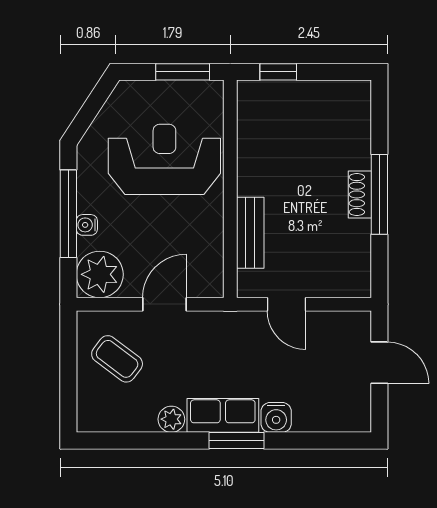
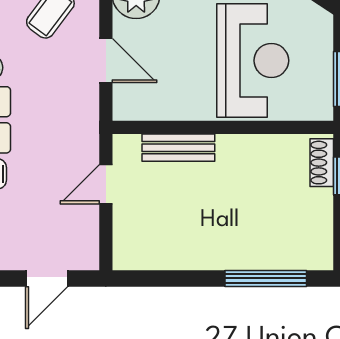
shoe rack: (360, 194) -> (322, 163), moved, turned -90
window: (379, 194) -> (266, 278), moved

